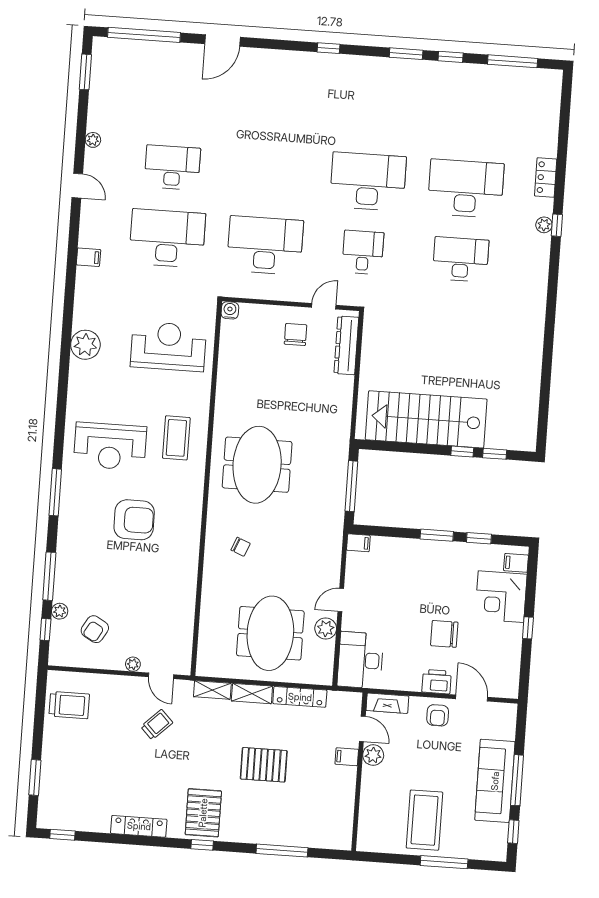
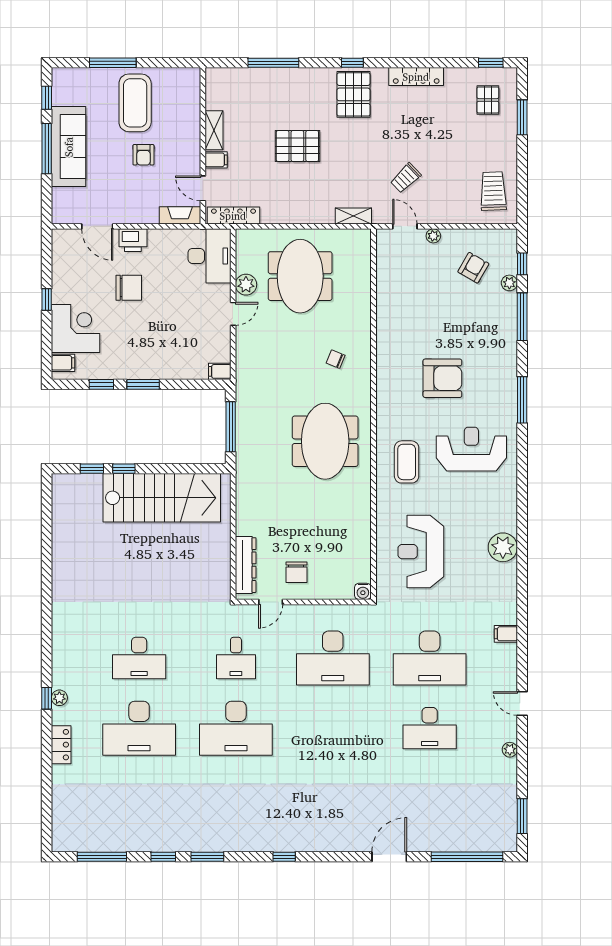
reception desk: (168, 346) -> (421, 552), turned 90
armchair: (134, 520) -> (442, 378), turned 180
shelving: (252, 694) -> (214, 130), moved, turned 90
locker: (300, 697) -> (233, 216), moved
trolley: (69, 705) -> (493, 191), turned 88
armchair: (438, 715) -> (143, 155), moved, turned 180
plant: (373, 755) -> (190, 163), removed
pallet: (68, 797) -> (488, 100), added

